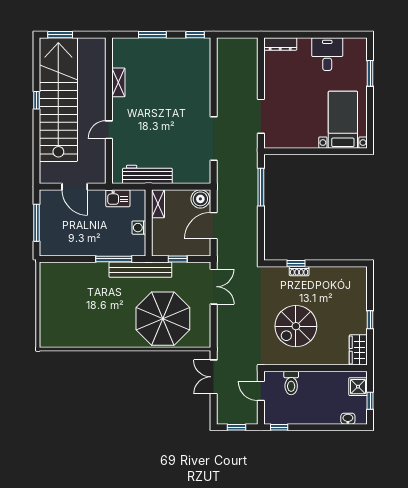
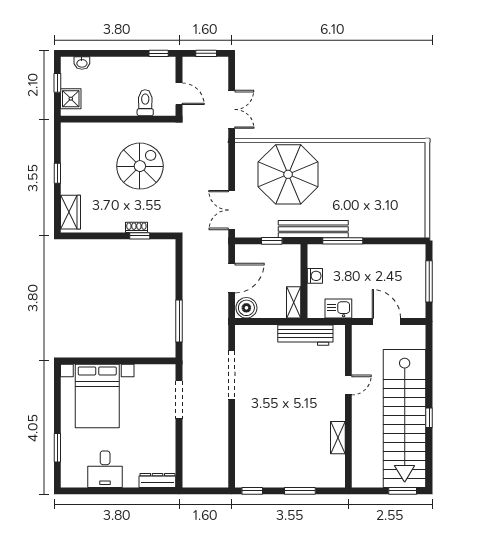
bed with nightstands: (343, 120) -> (97, 396), width x1.36
wardrobe: (358, 350) -> (70, 212), moved

